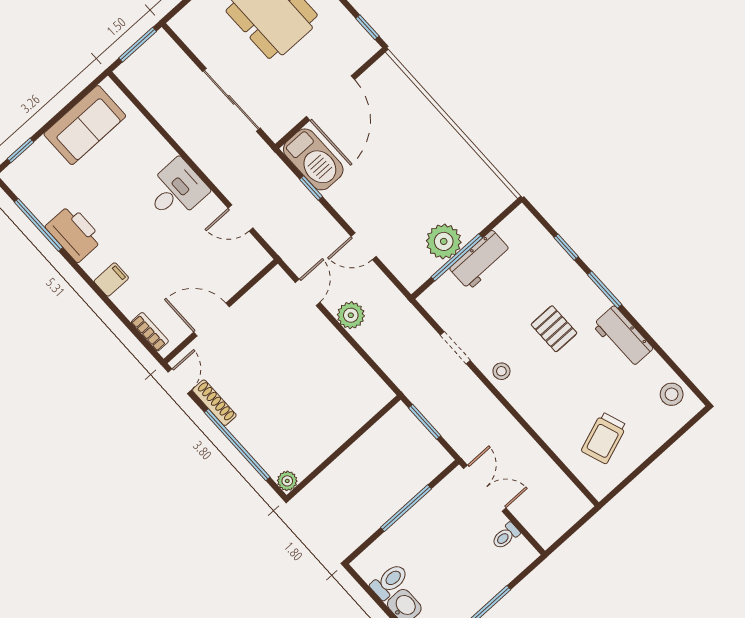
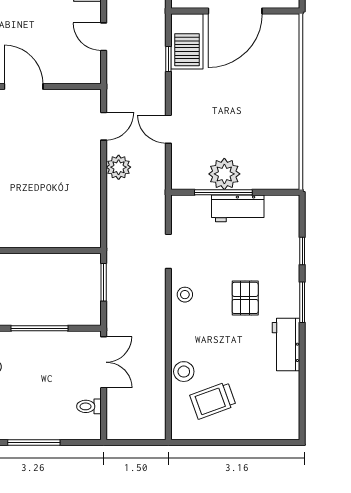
stool: (672, 394) -> (184, 372), moved

